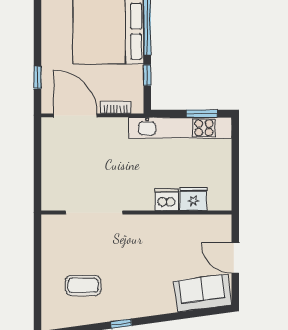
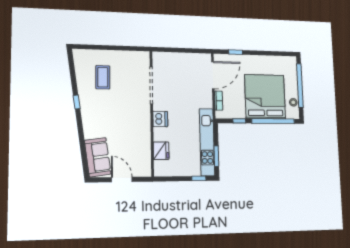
window: (235, 142) -> (199, 178), added
dishwasher: (167, 200) -> (160, 119), moved
door: (235, 258) -> (122, 179), hinge flipped

